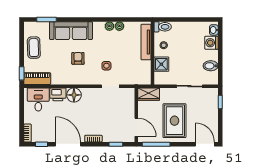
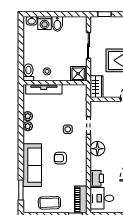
shower: (161, 64) -> (78, 74), moved
bidet: (211, 66) -> (57, 24), moved
floor lamp: (74, 95) -> (97, 149), moved

